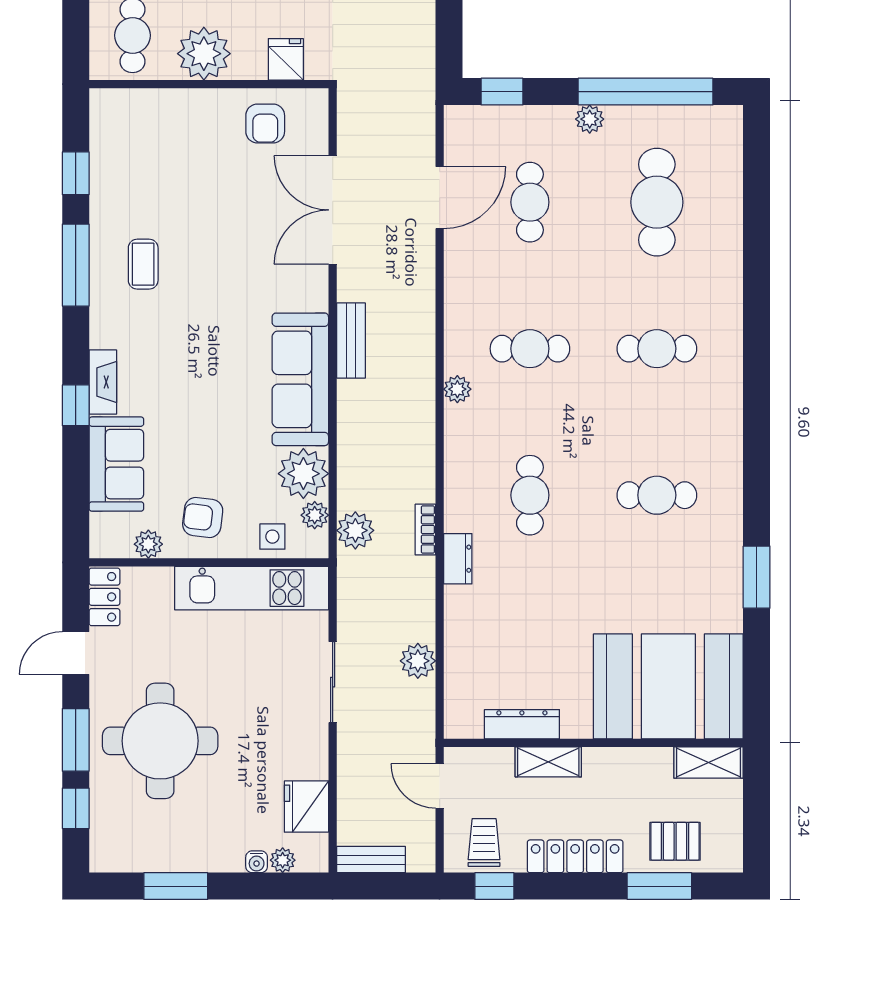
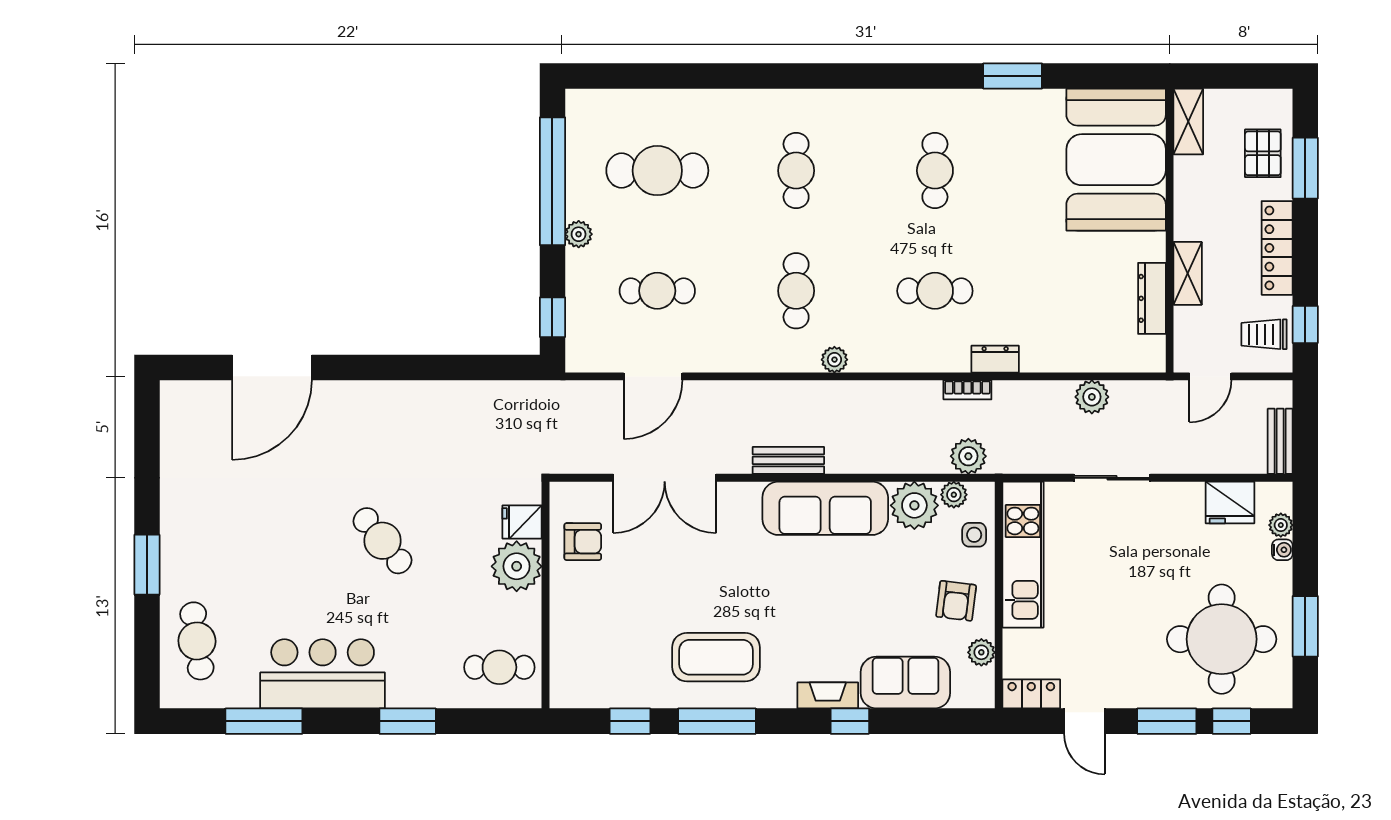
plant: (204, 54) -> (517, 566), moved
door: (440, 198) -> (653, 376), swing flipped
coffee table: (143, 264) -> (716, 657), width x1.86, depth x1.72
round table: (160, 741) -> (1222, 639), moved

